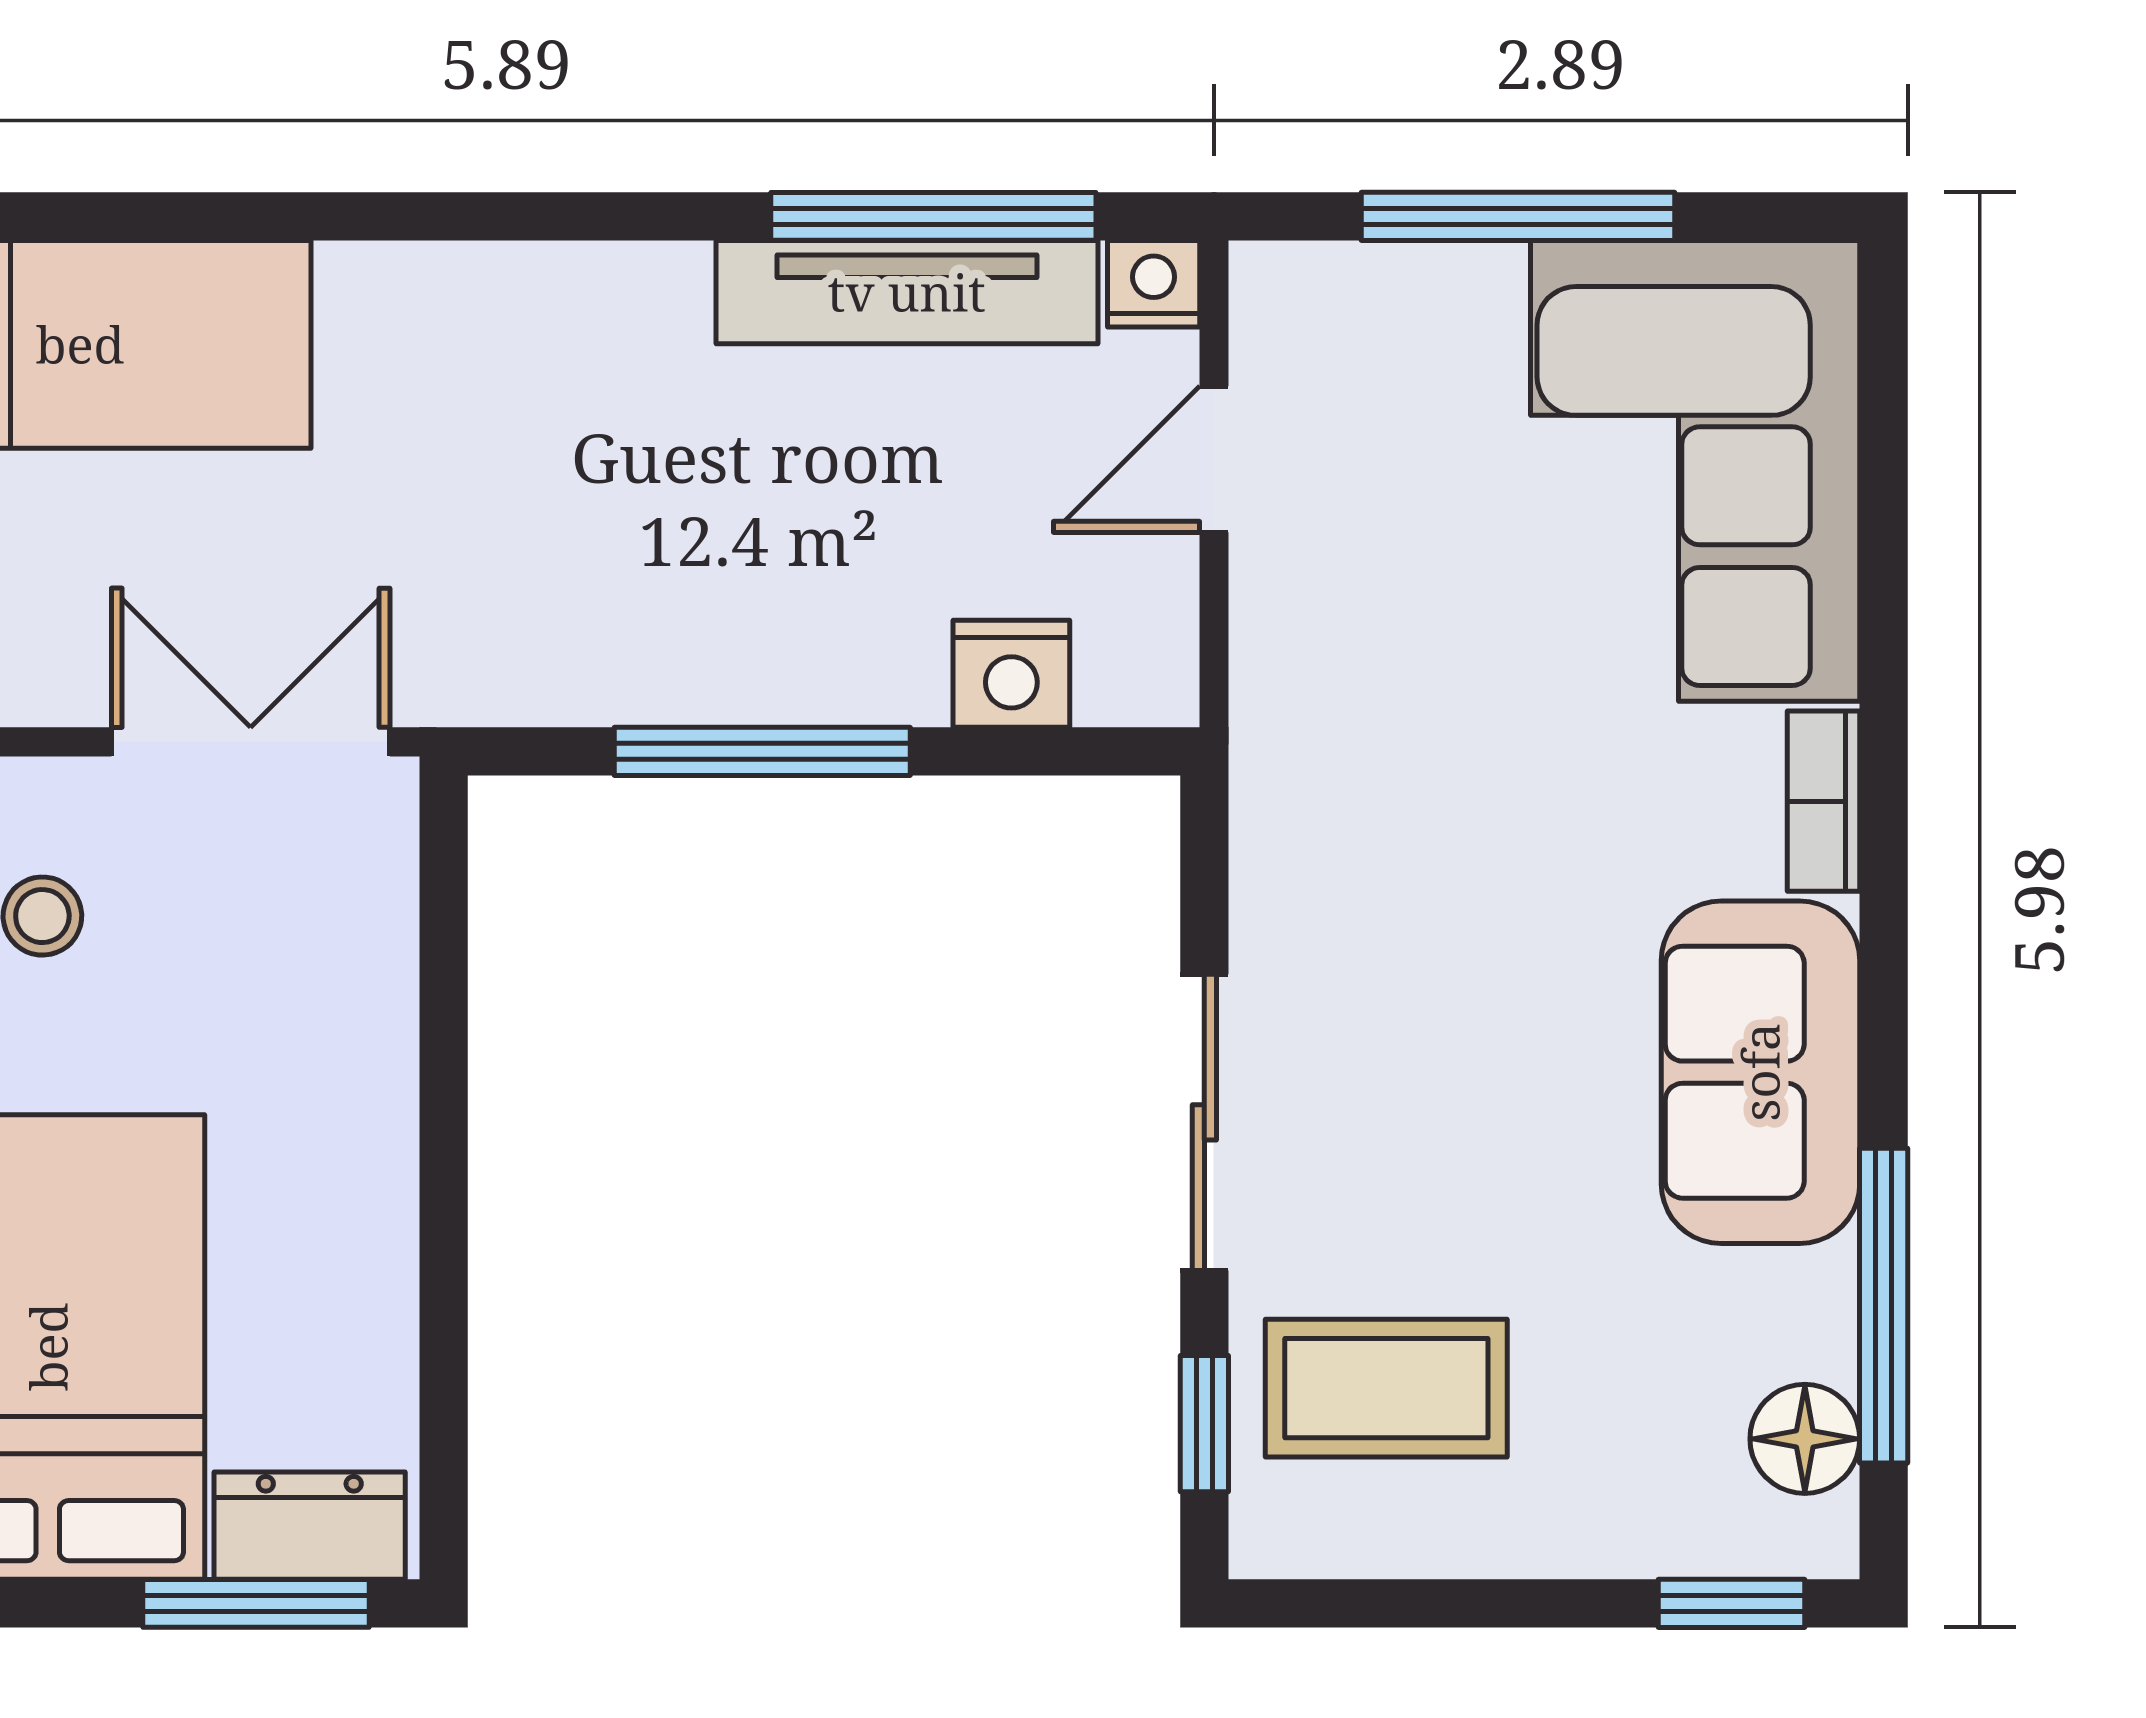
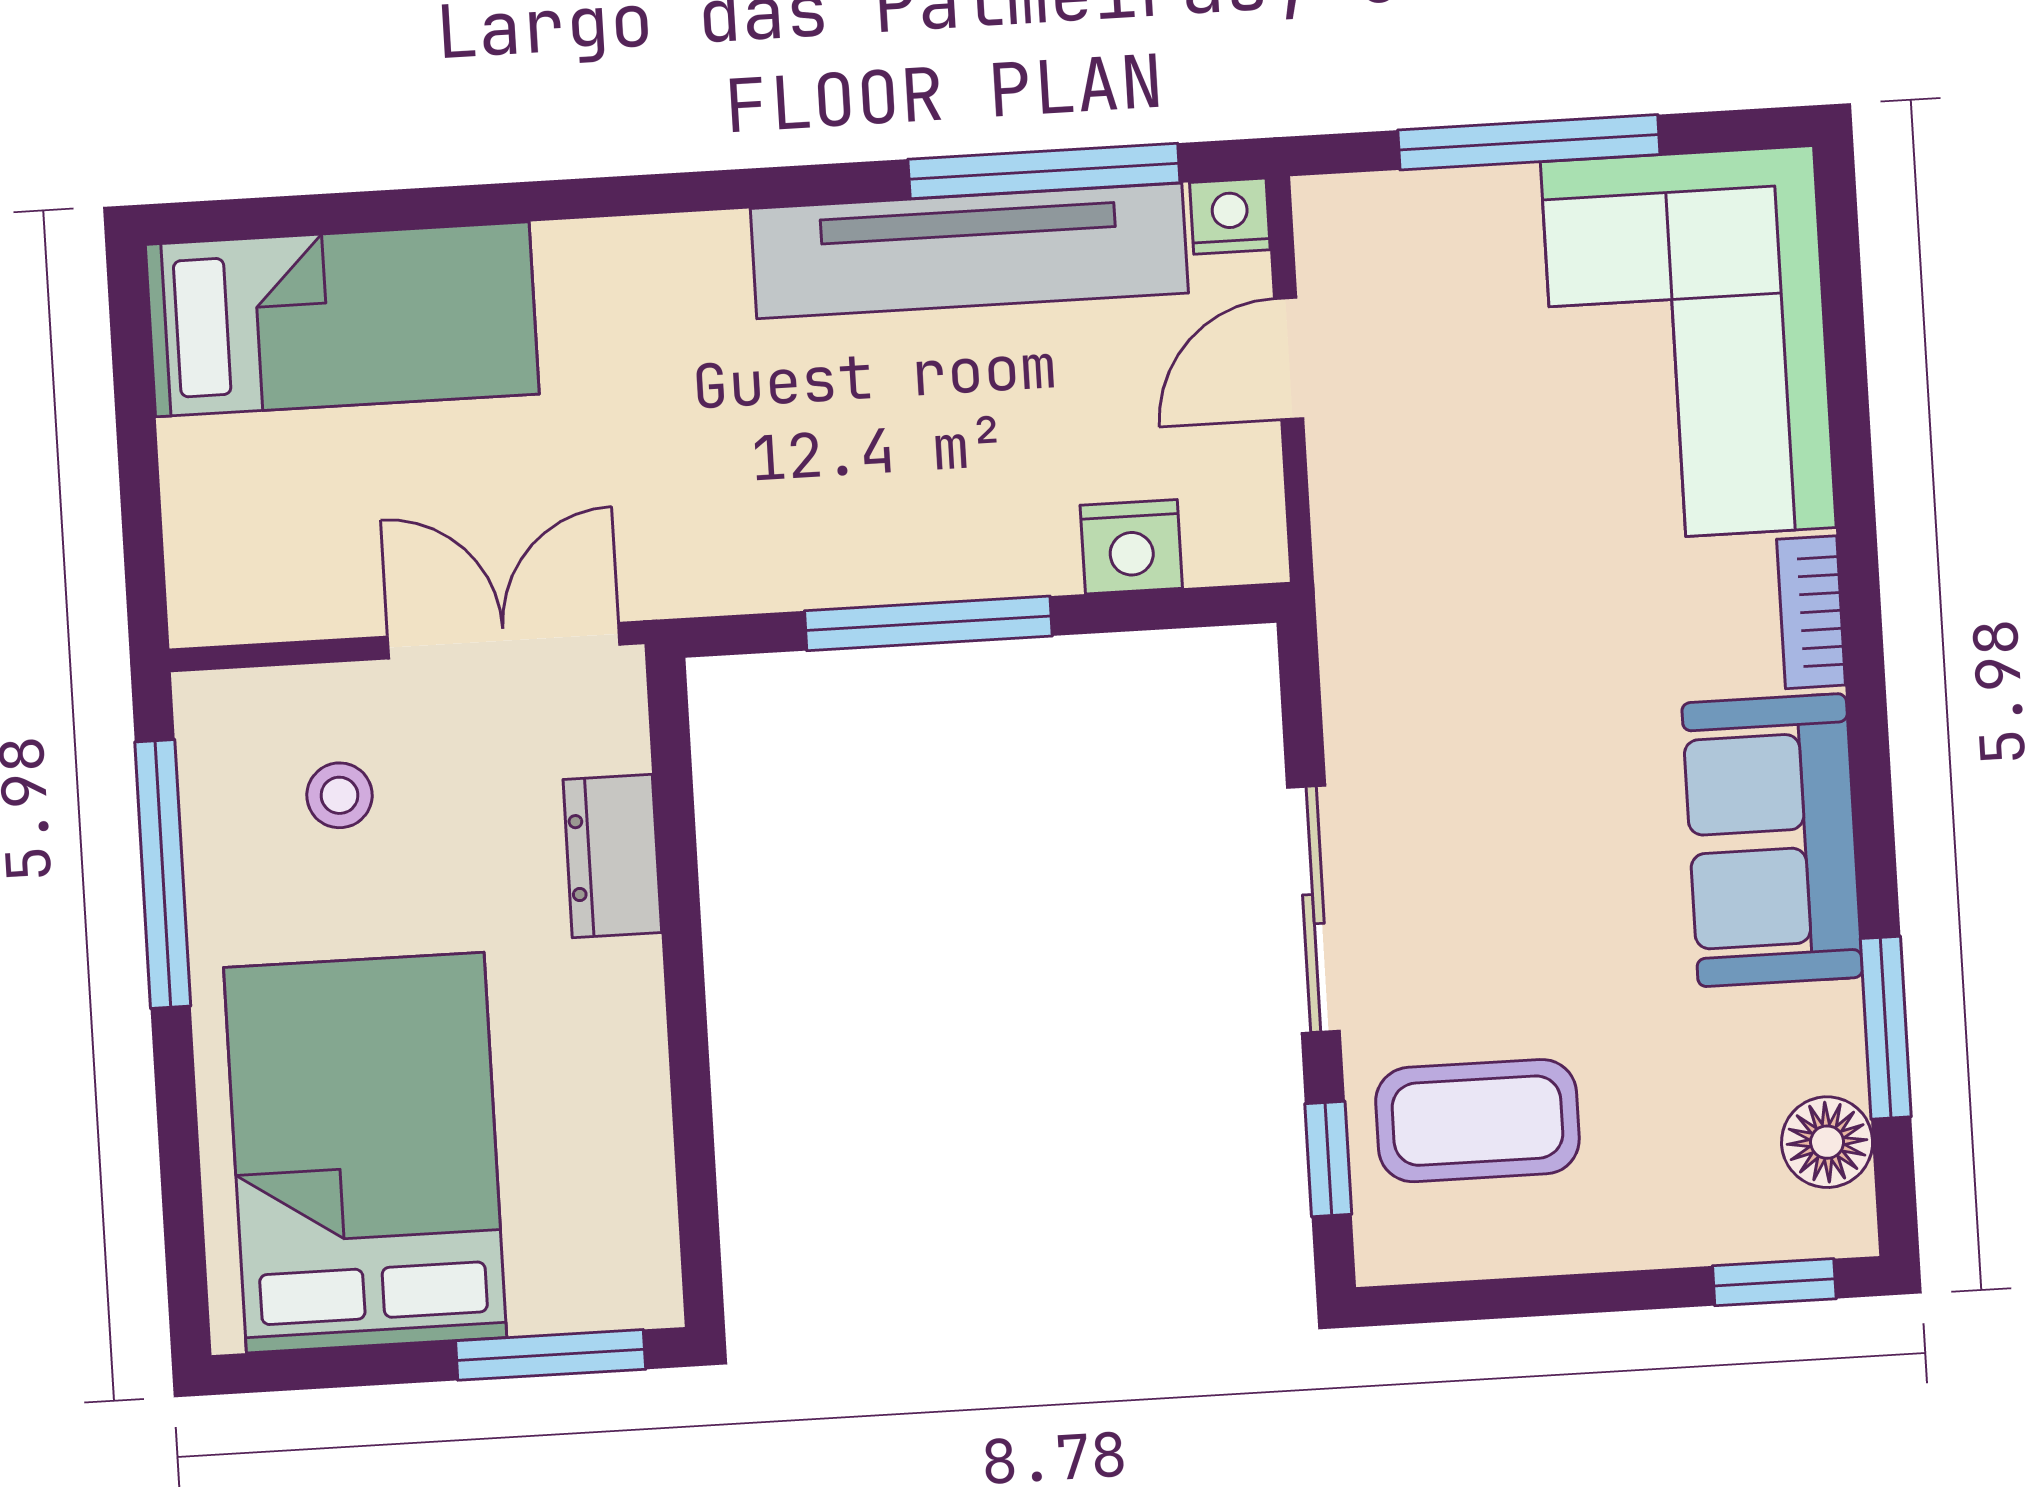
tv unit: (907, 292) -> (969, 251), width x1.36, depth x1.29
window: (1884, 1306) -> (1886, 1028), width x0.69
dresser: (310, 1526) -> (612, 856), moved, turned -90

